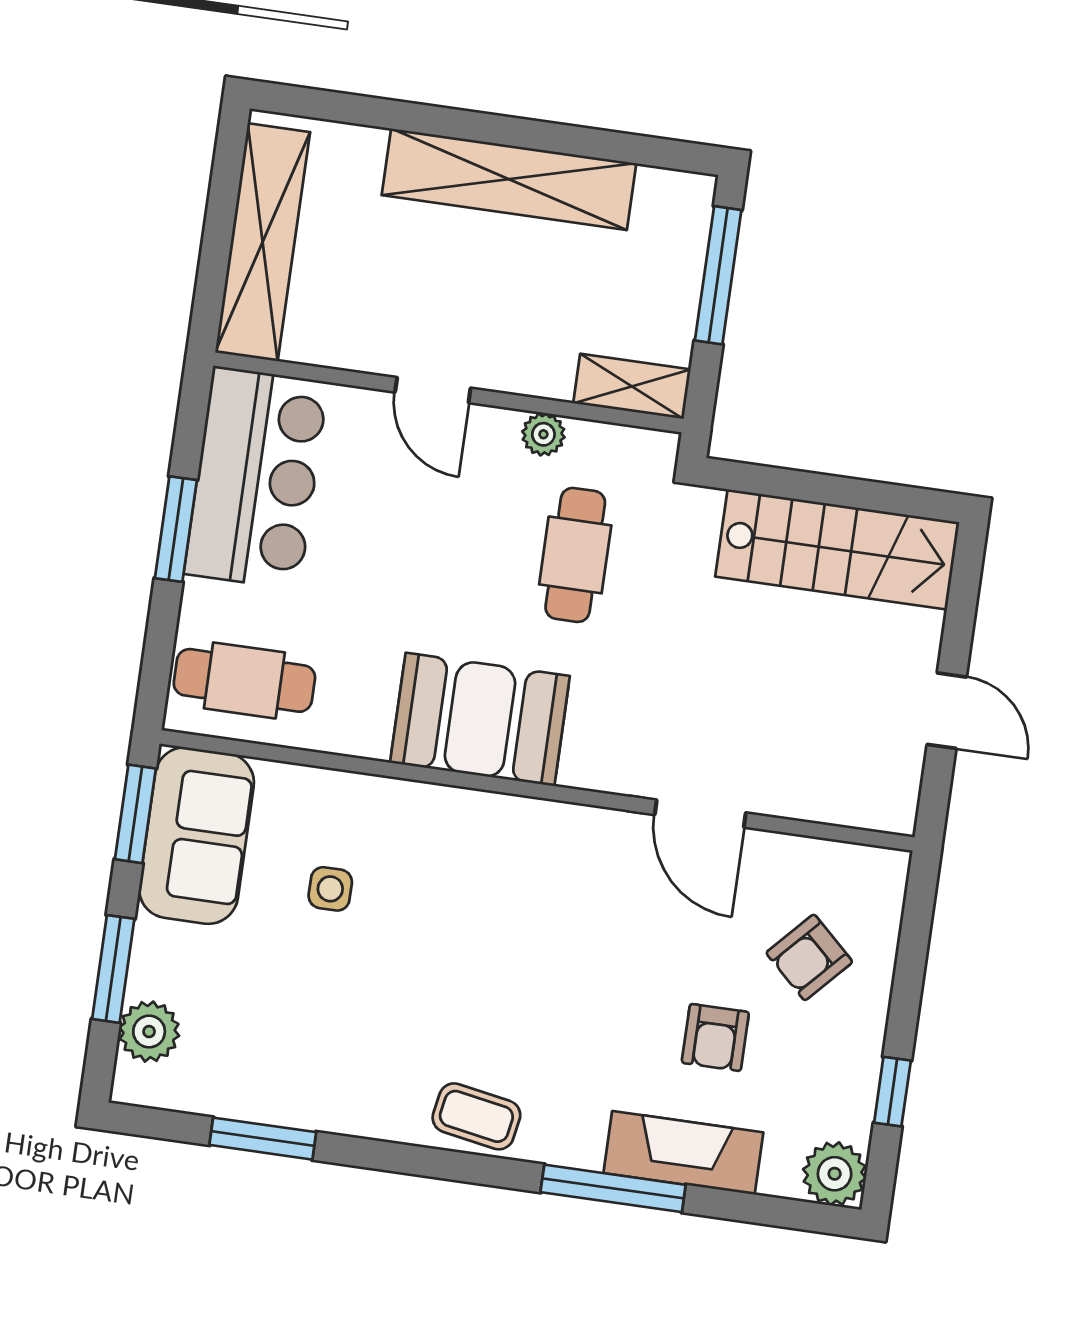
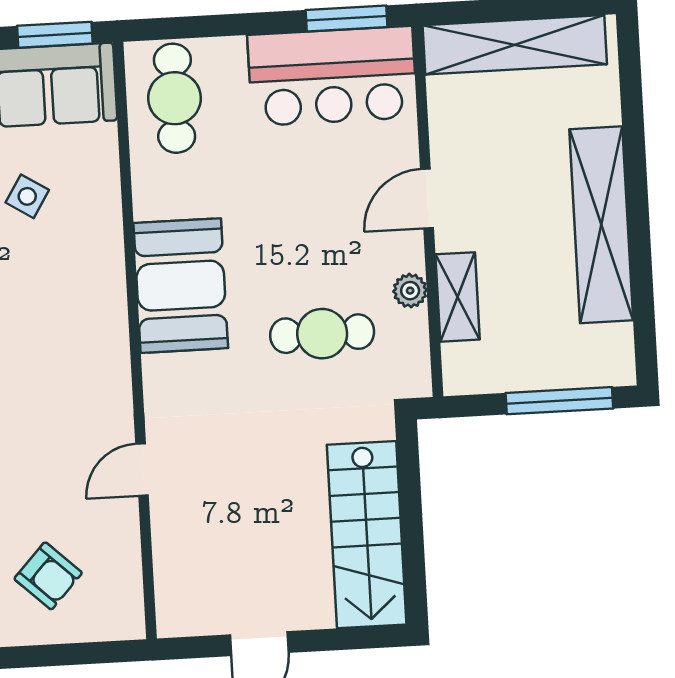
shelving: (632, 386) -> (458, 297), moved
window: (176, 529) -> (346, 18), moved
door: (700, 814) -> (142, 470), width x0.73
side table: (330, 889) -> (27, 196), turned 32
armchair: (809, 957) -> (48, 576), turned 180

